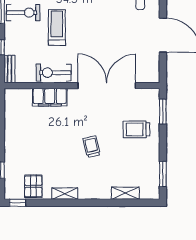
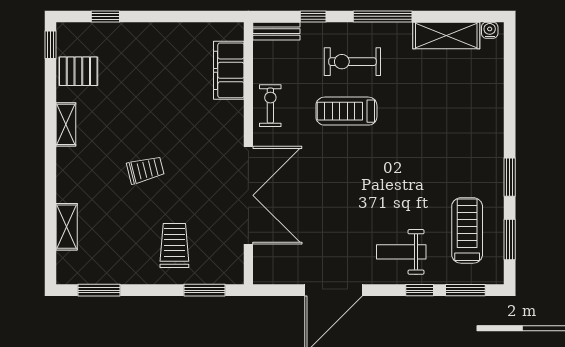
exercise bike: (23, 13) -> (352, 62), moved, turned 90
treadmill: (57, 28) -> (346, 111), turned 180
exercise bike: (54, 73) -> (270, 106), width x0.73, depth x0.72
filing cabinet: (50, 97) -> (229, 70), moved

